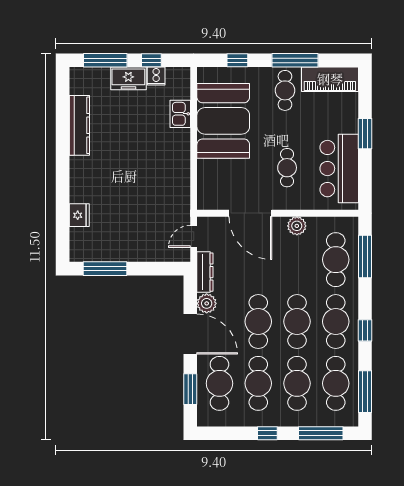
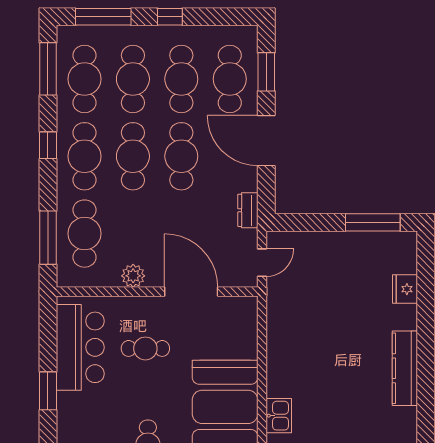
kitchen counter: (79, 125) -> (405, 368), moved
cafe table: (287, 168) -> (145, 348), turned 90
dresser: (205, 272) -> (248, 210), width x0.70
plant: (207, 303) -> (246, 179), removed

